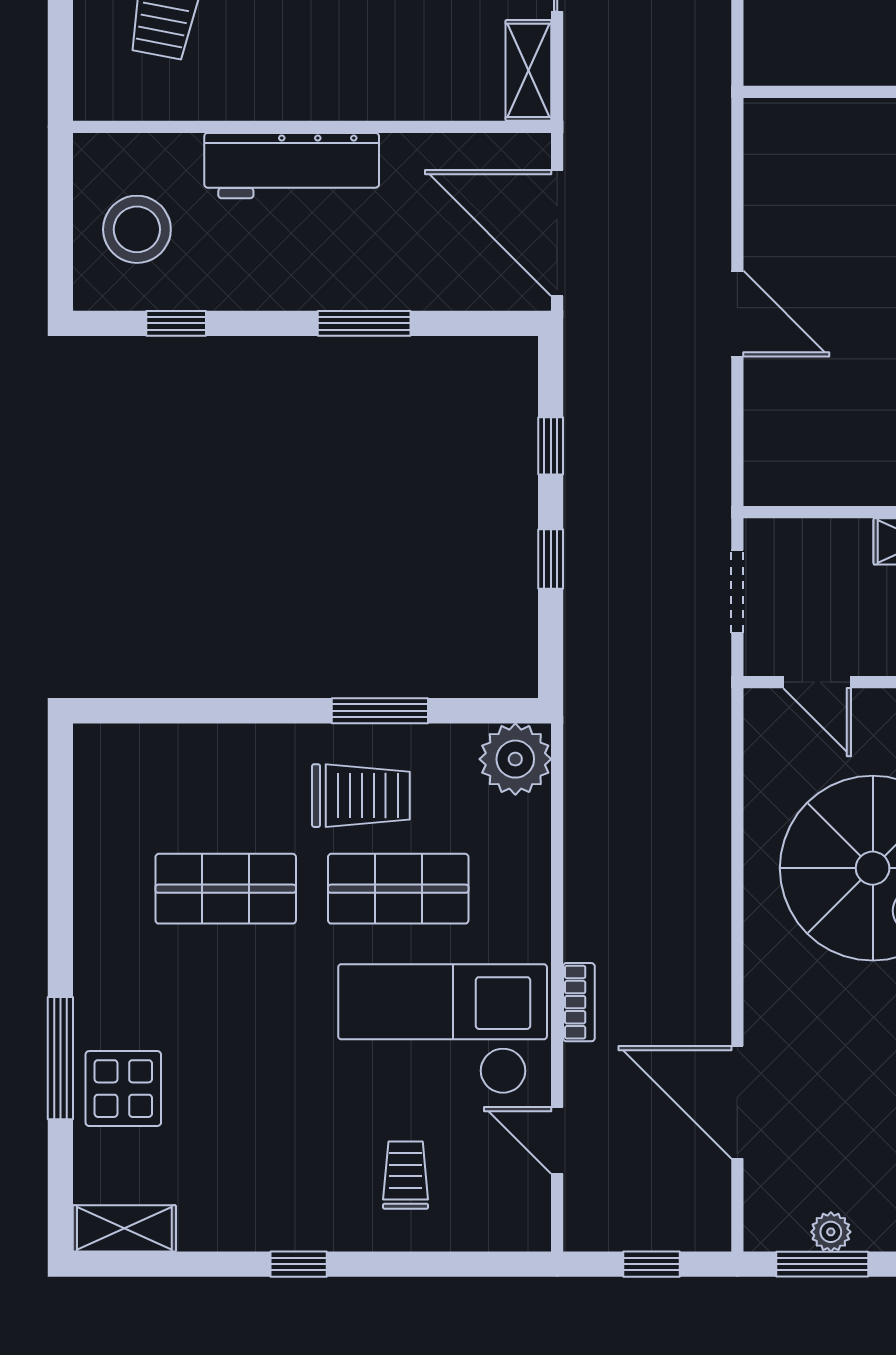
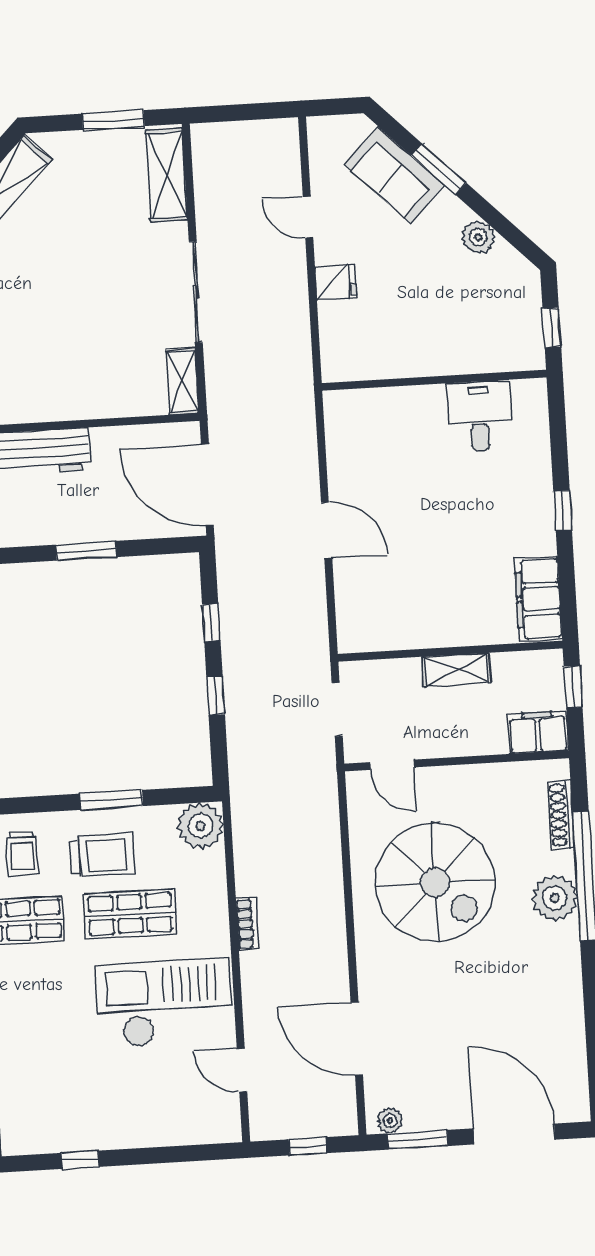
bookcase: (579, 1002) -> (247, 924), moved
trolley: (406, 1175) -> (22, 853), moved, turned 180
plant: (831, 1232) -> (390, 1120), moved

